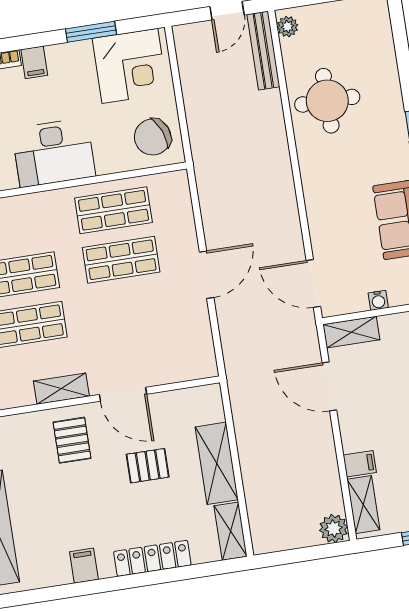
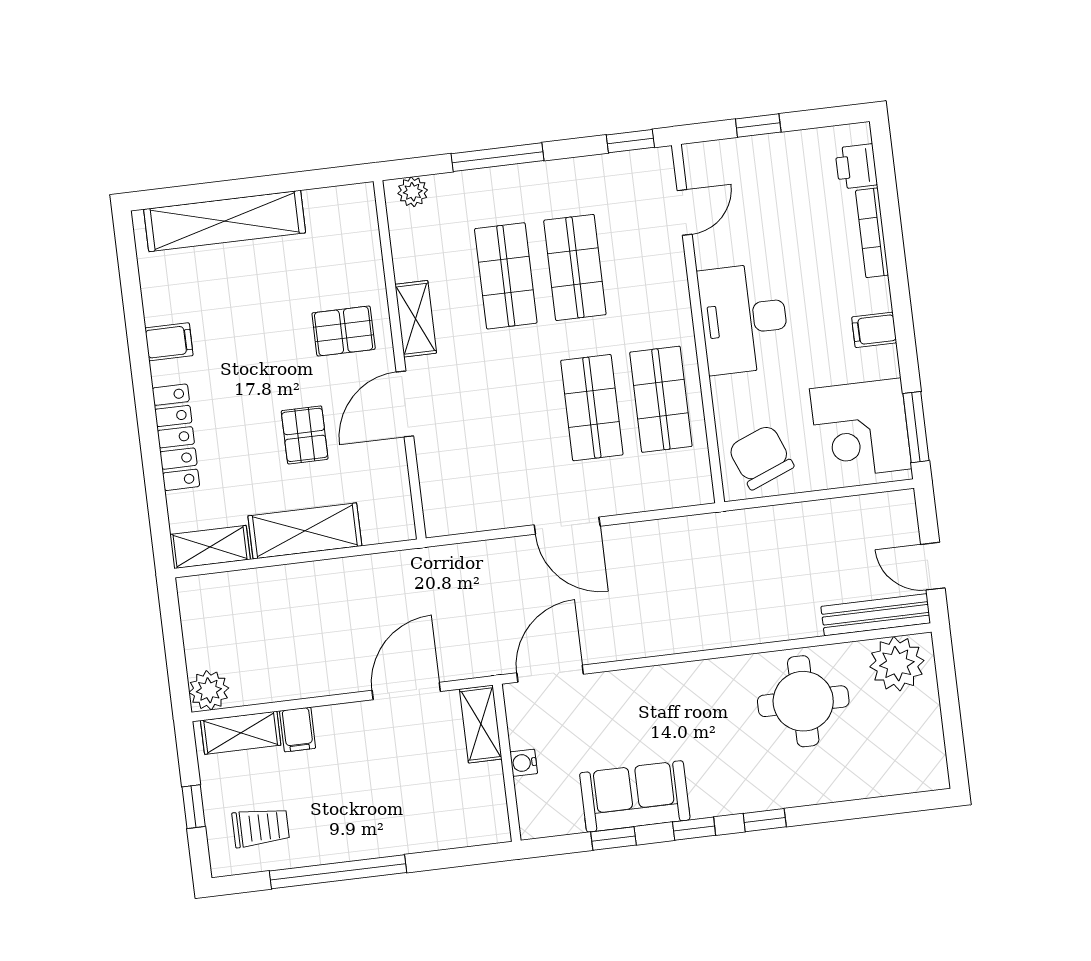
plant: (288, 27) -> (897, 664), width x1.88, depth x1.88
window: (91, 32) -> (916, 427), moved
filing cabinet: (34, 62) -> (874, 330), moved

